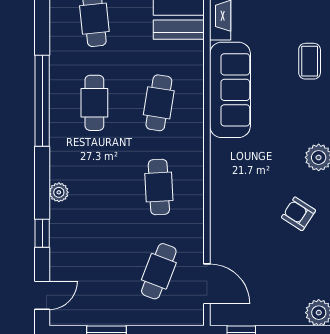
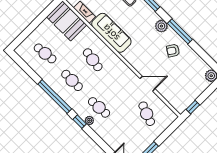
cafe table: (159, 187) -> (99, 107), moved
window: (42, 233) -> (80, 122), moved
door: (207, 284) -> (147, 84), moved

